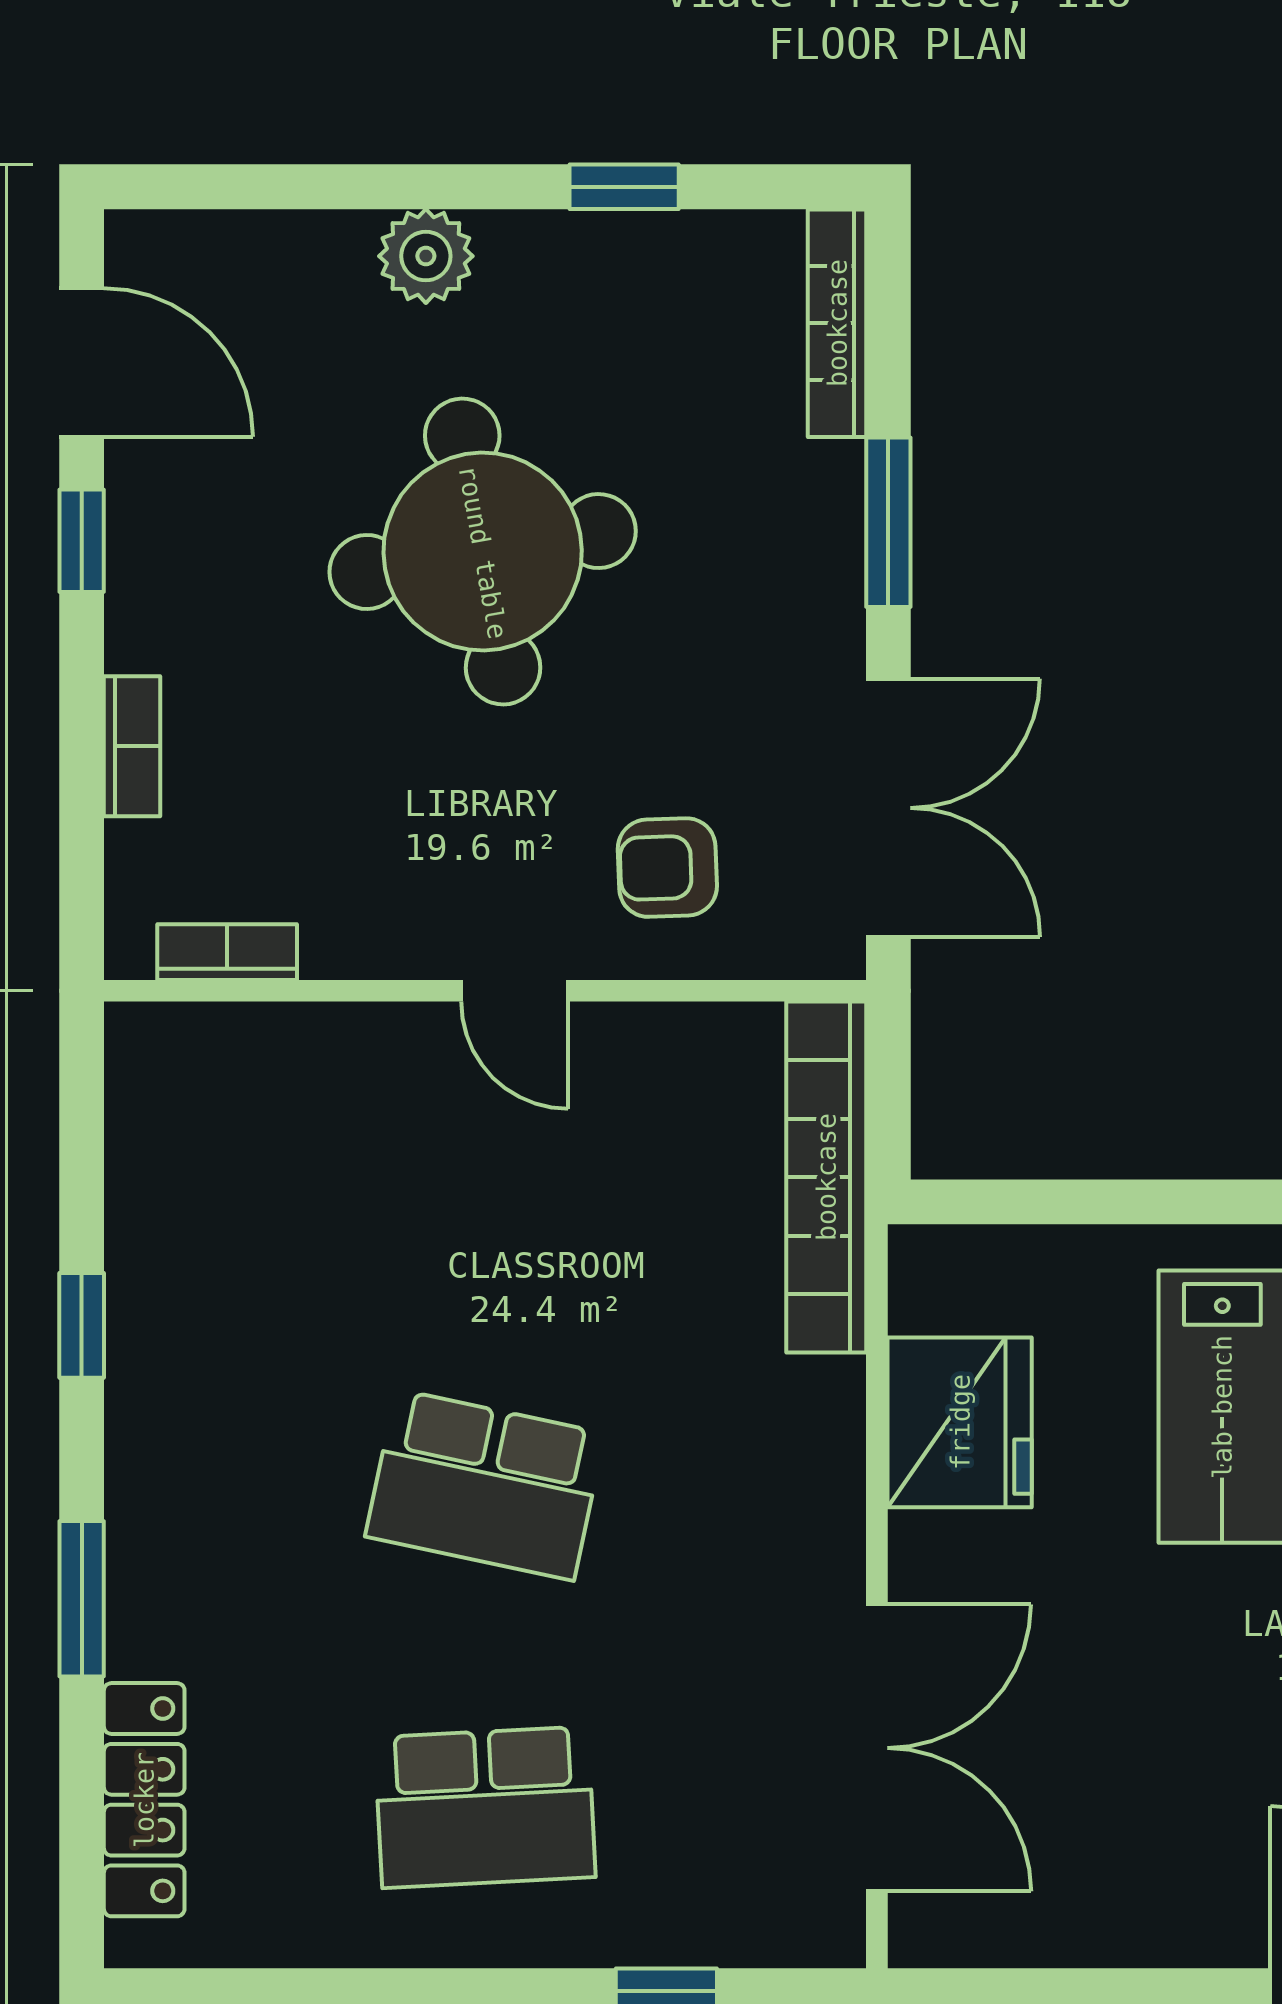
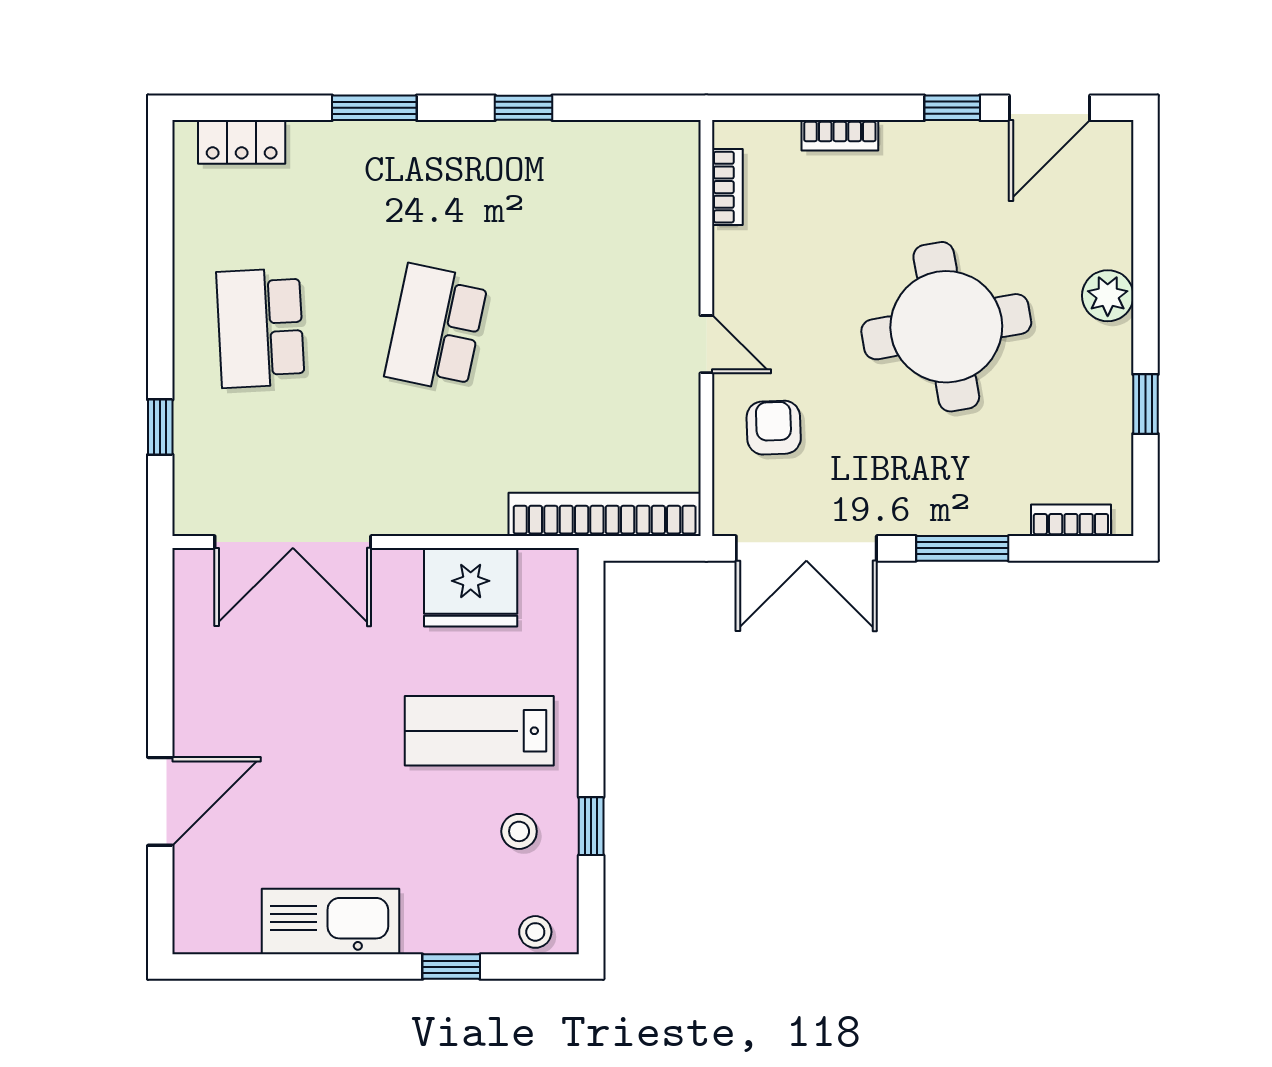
bookcase: (837, 323) -> (1071, 520), width x0.64
door: (515, 991) -> (706, 344), swing flipped
locker: (144, 1800) -> (242, 142), width x0.66

